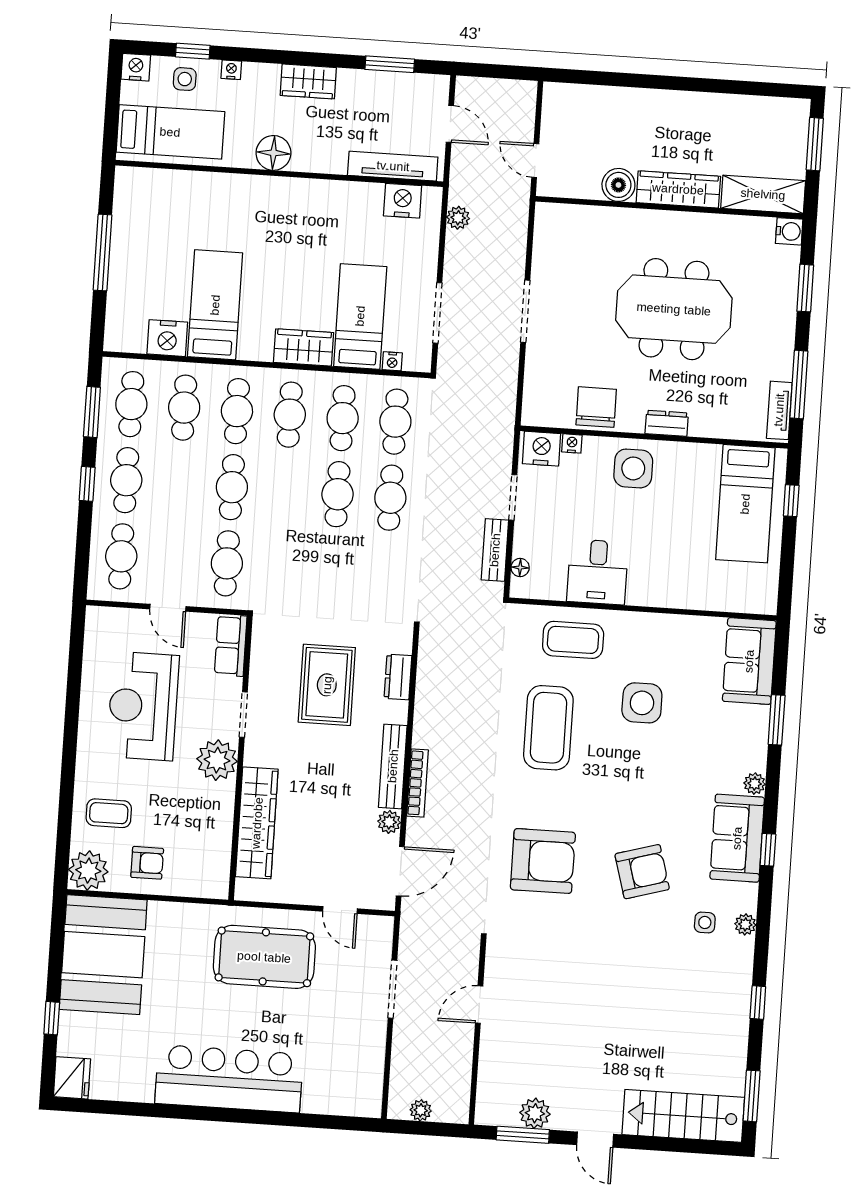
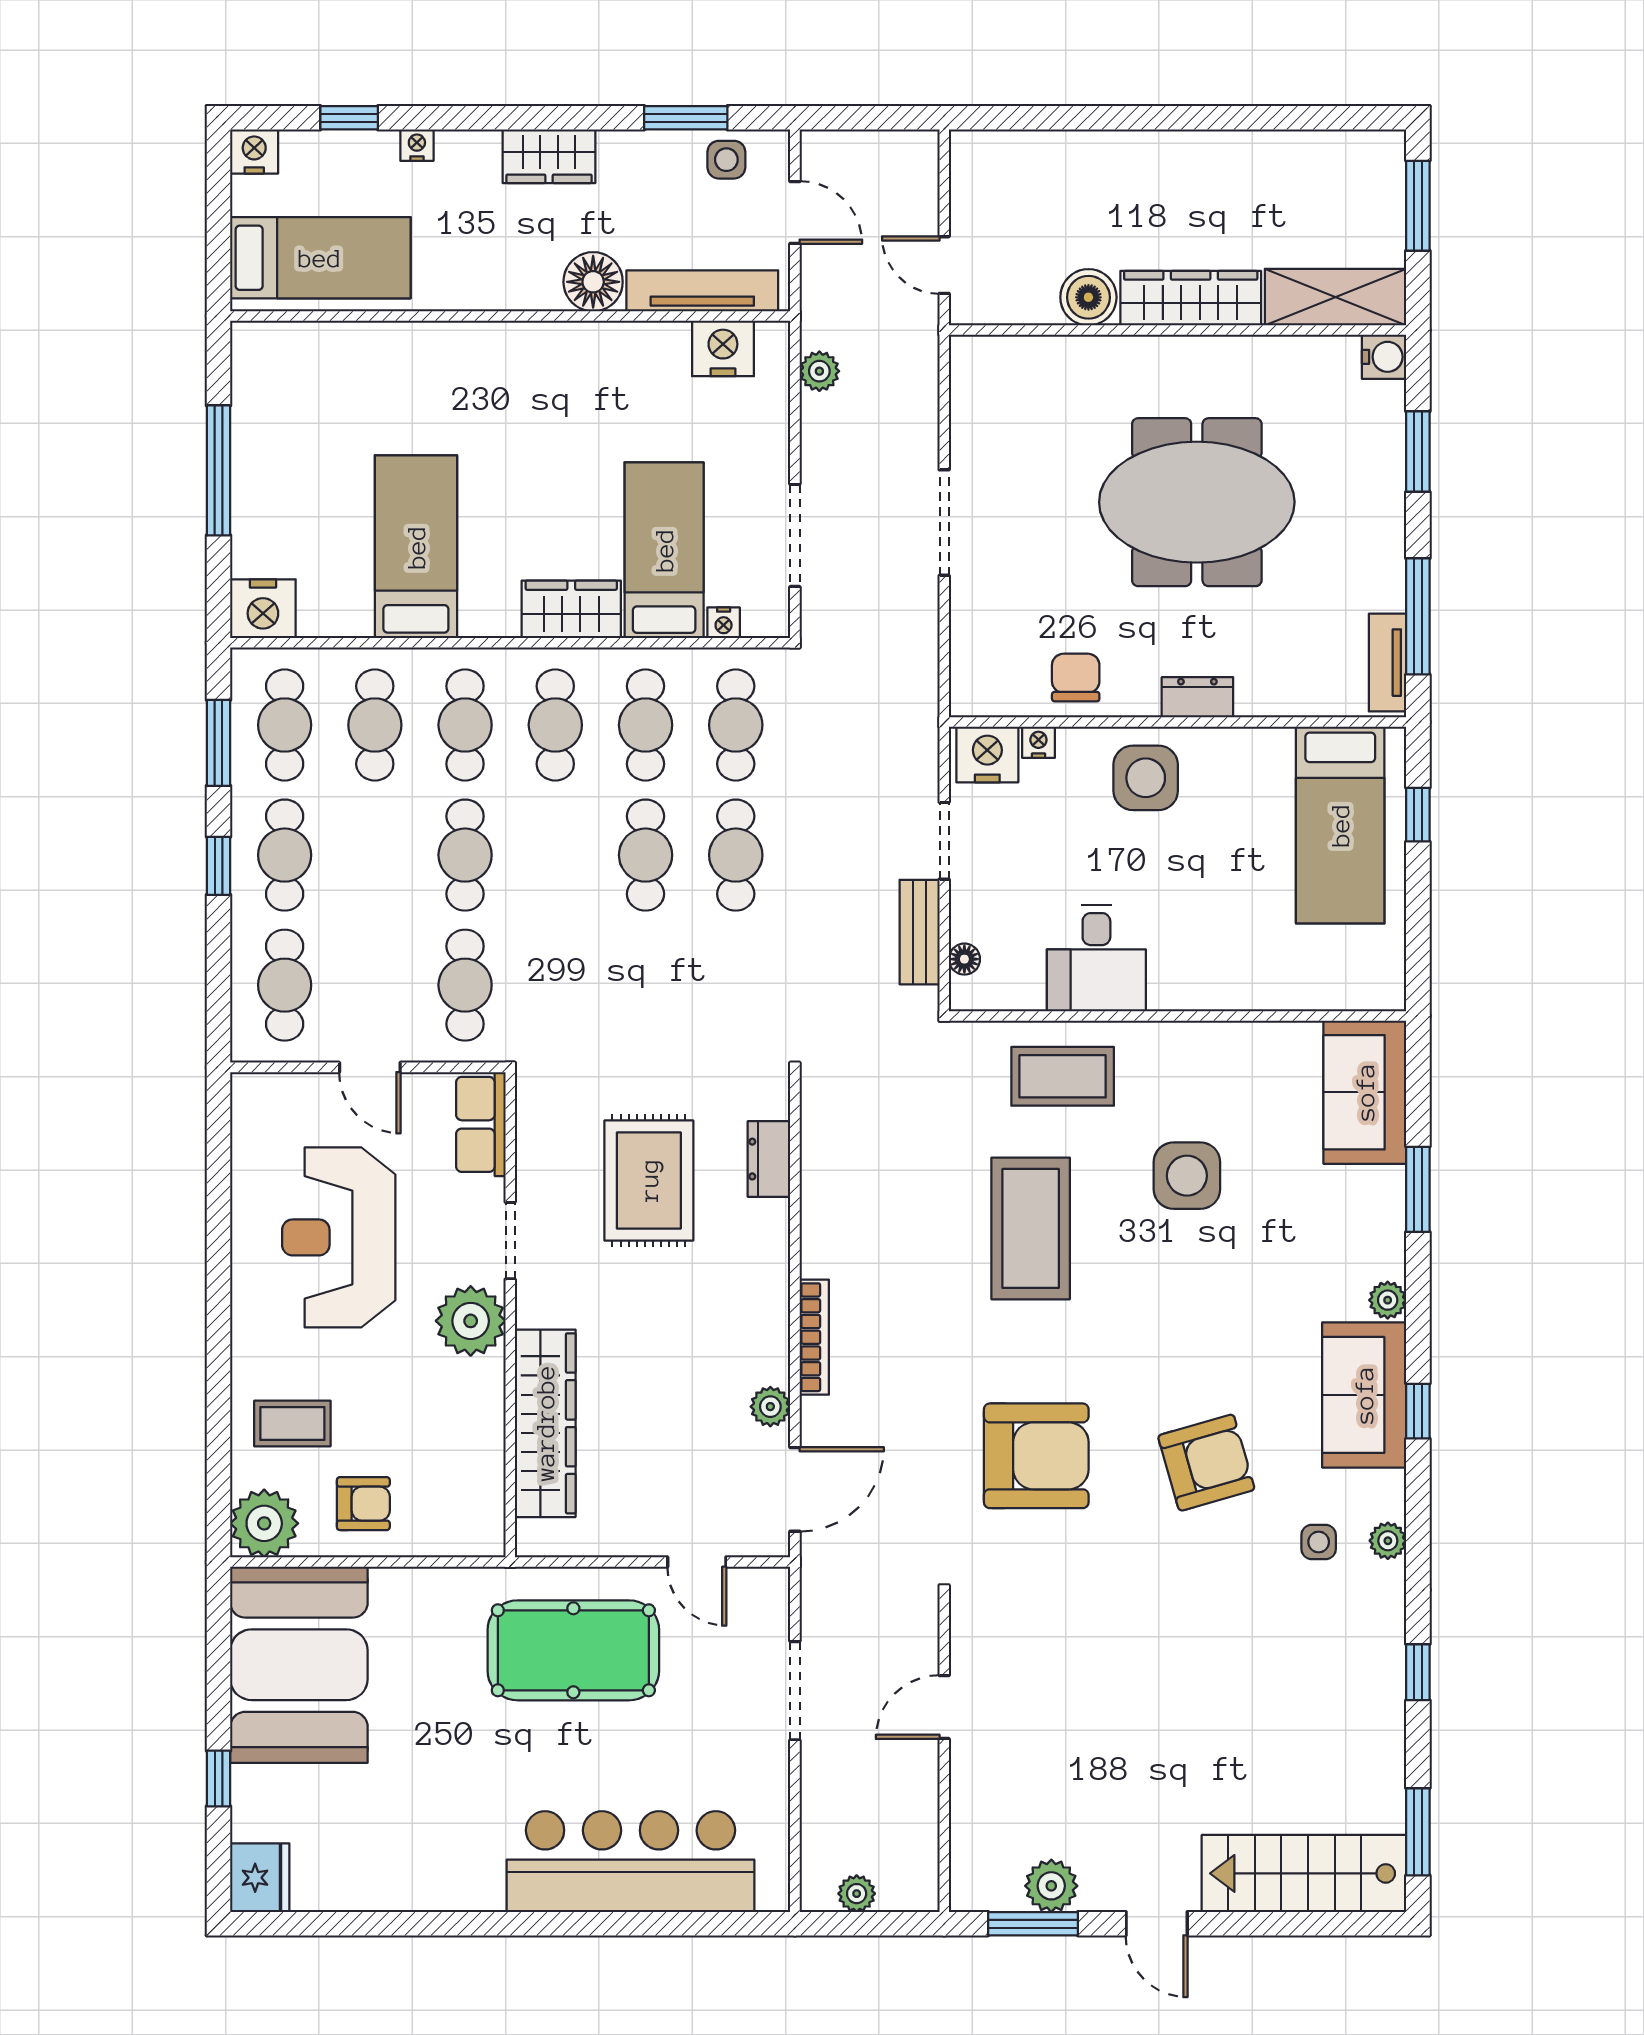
side table: (185, 79) -> (726, 160), moved
floor lamp: (273, 153) -> (593, 282), moved
nightstand: (167, 338) -> (263, 609), moved
chair: (596, 407) -> (1076, 678), width x0.73, depth x0.73
bench: (393, 766) -> (770, 1312), removed
bar counter: (229, 1079) -> (630, 1862), moved

